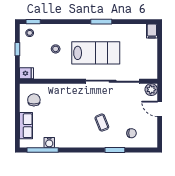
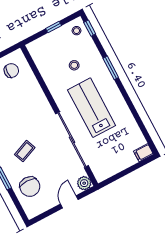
window: (101, 22) -> (111, 68), moved
lab bench: (96, 53) -> (92, 108), turned 180
fridge: (26, 73) -> (34, 49), removed
chair: (132, 133) -> (30, 187), width x1.87, depth x1.87

